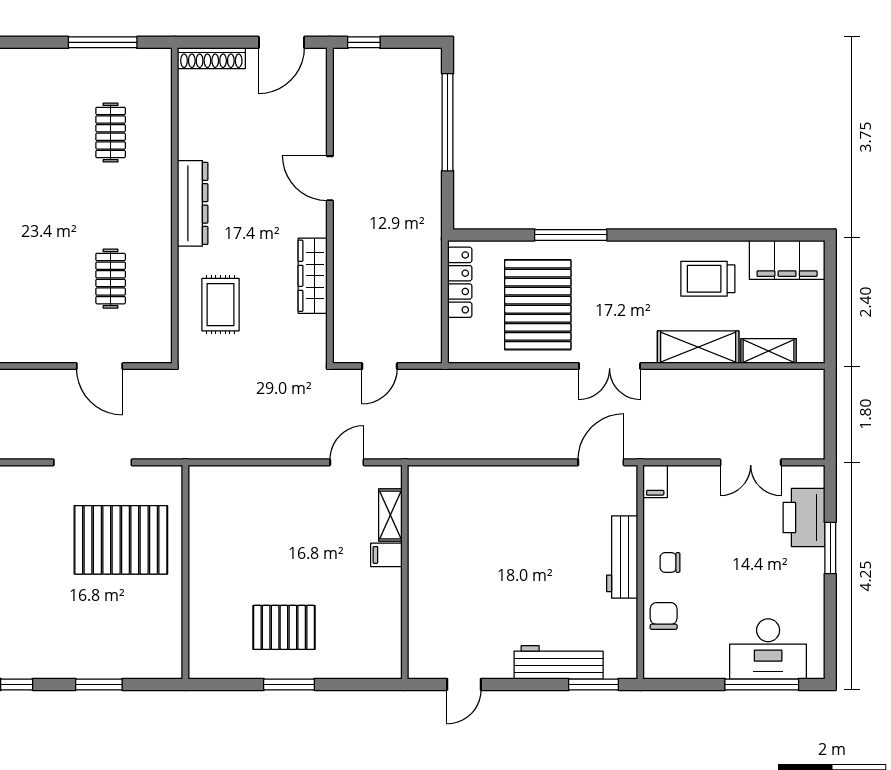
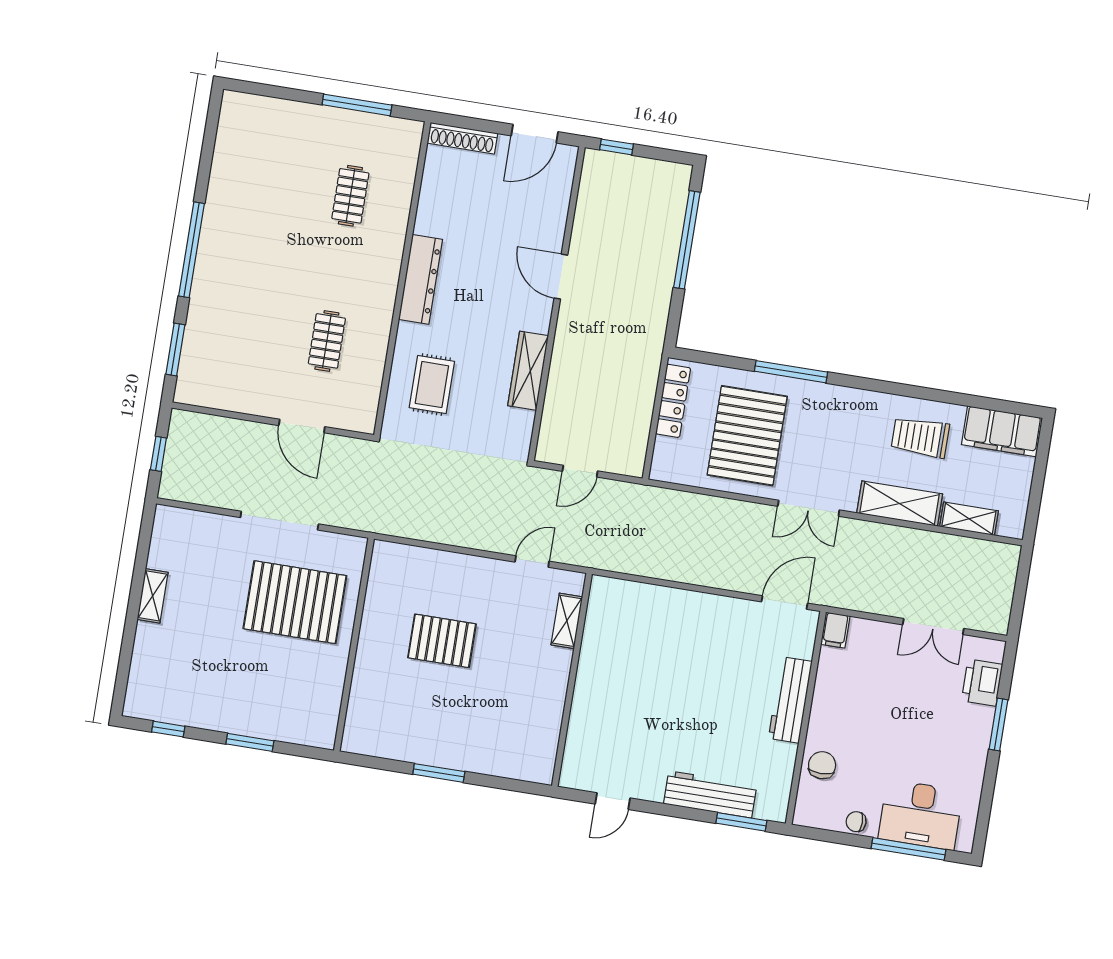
printer: (804, 518) -> (982, 683), width x0.73, depth x0.84
filing cabinet: (386, 555) -> (556, 660), removed
chair: (670, 562) -> (856, 822), moved
pallet: (284, 627) -> (442, 641), moved

